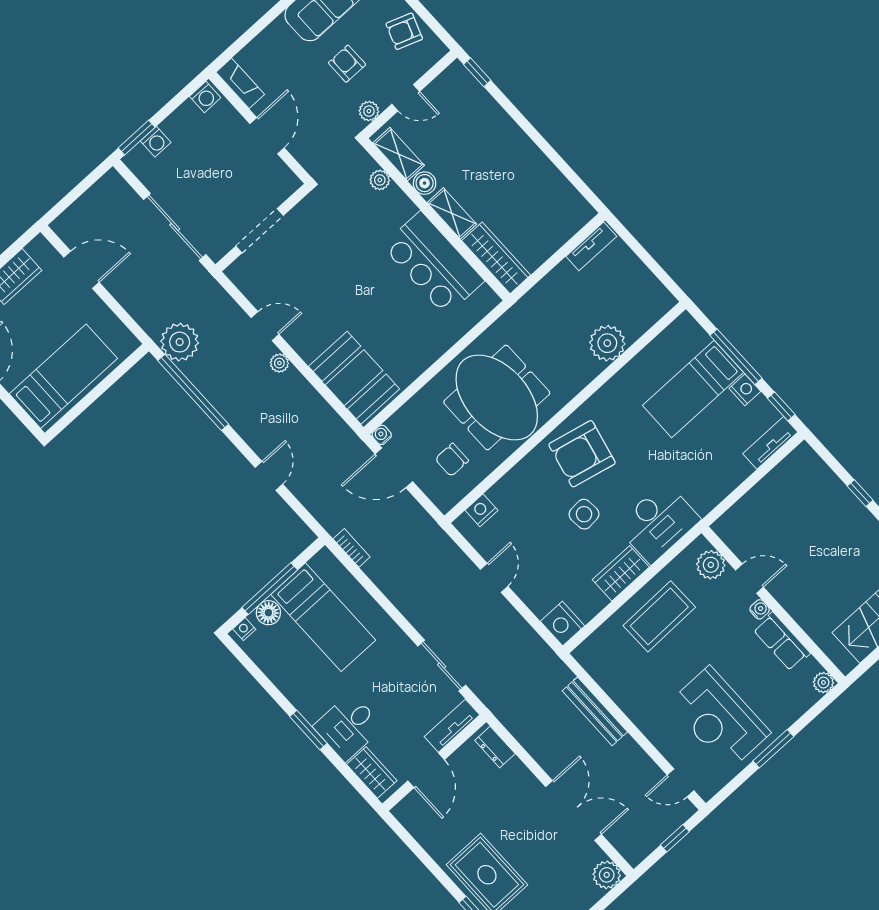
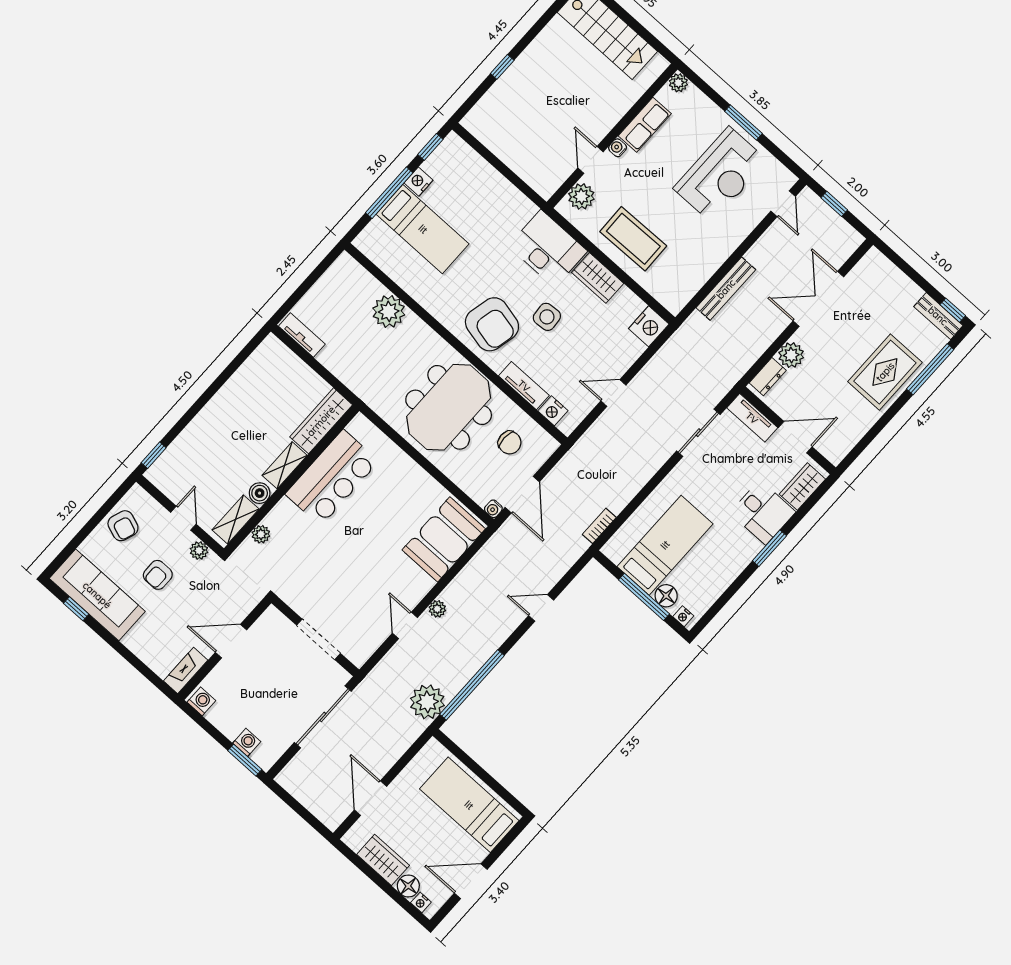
tv unit: (770, 443) -> (524, 386), moved, turned 180
plant: (607, 875) -> (791, 355), moved

